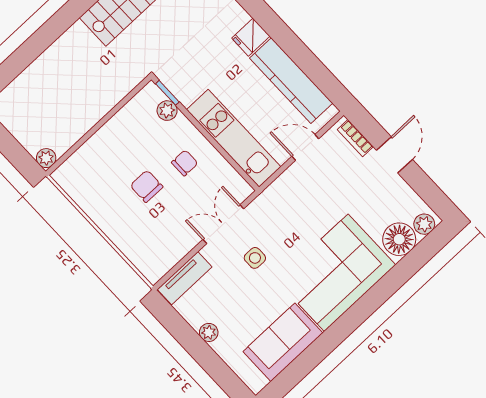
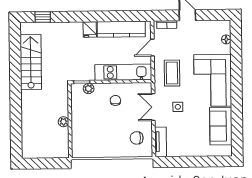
plant: (46, 158) -> (64, 122), moved
chair: (147, 186) -> (137, 138), moved
coffee table: (295, 207) -> (172, 73), added
plant: (424, 224) -> (225, 28), removed
floor lamp: (399, 239) -> (226, 39), width x0.53, depth x0.53
plant: (209, 332) -> (190, 152), removed

